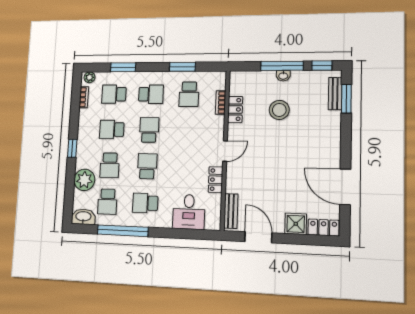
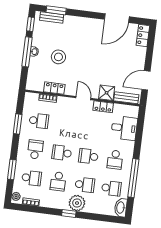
school desk: (114, 94) -> (32, 178), turned -90
plant: (84, 180) -> (77, 203), moved
shower: (296, 224) -> (107, 93), moved

